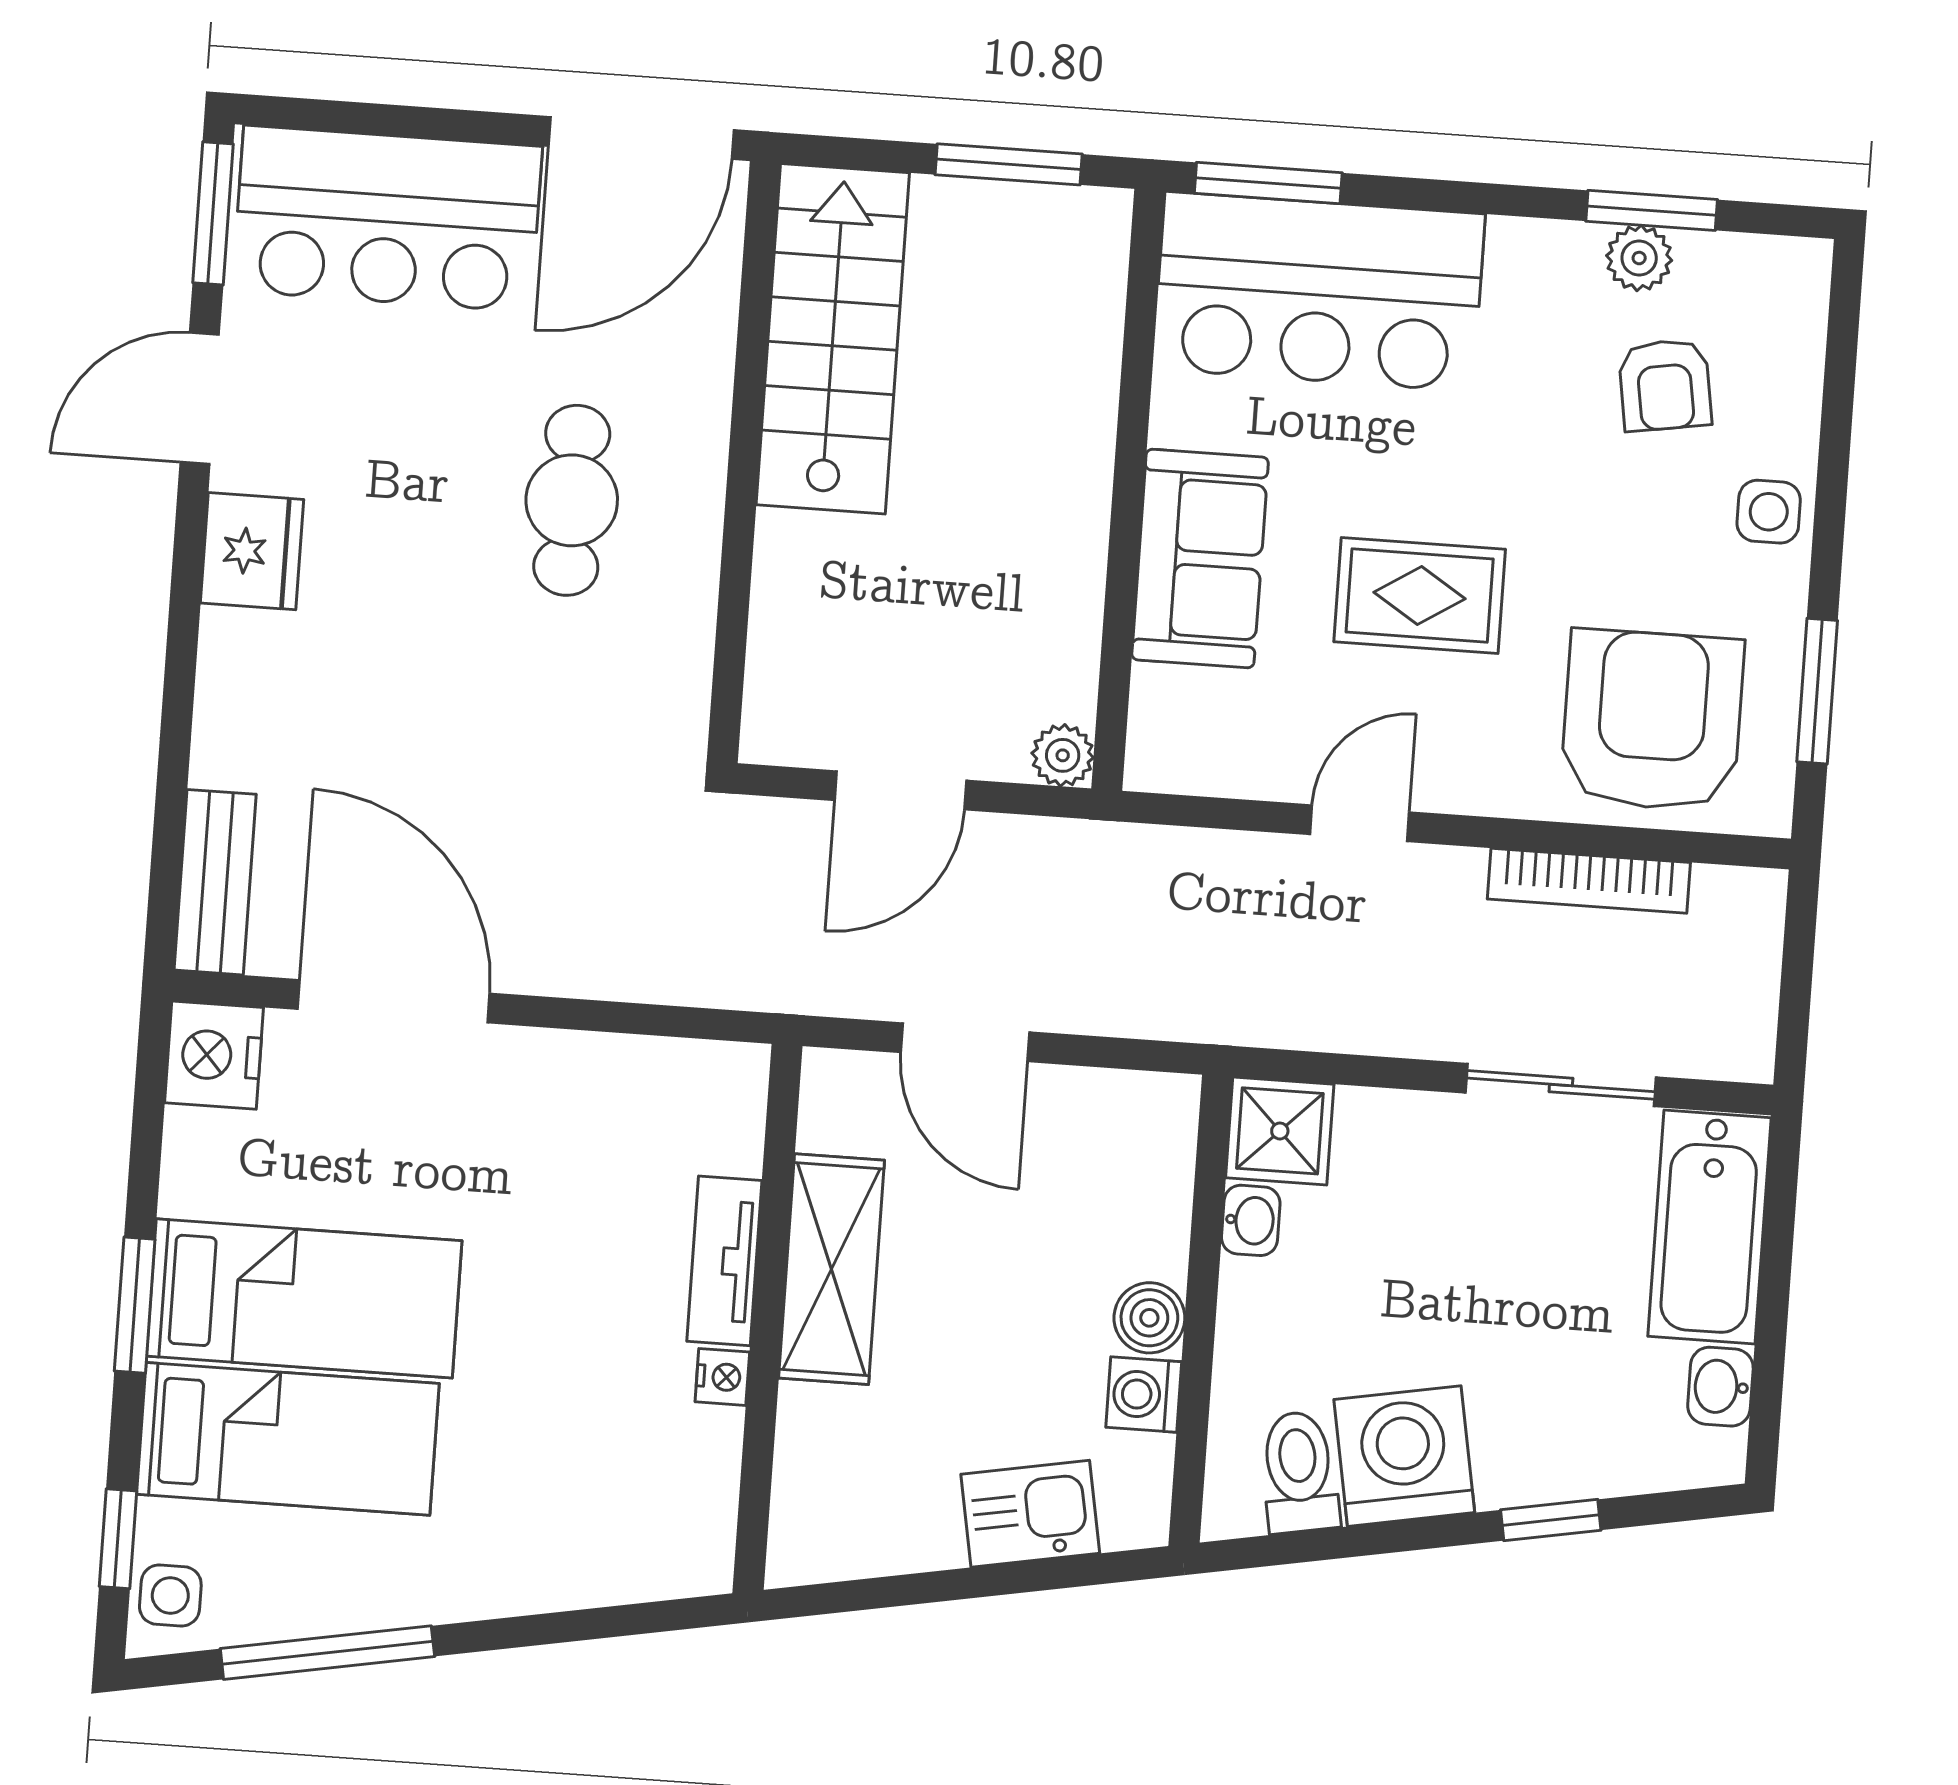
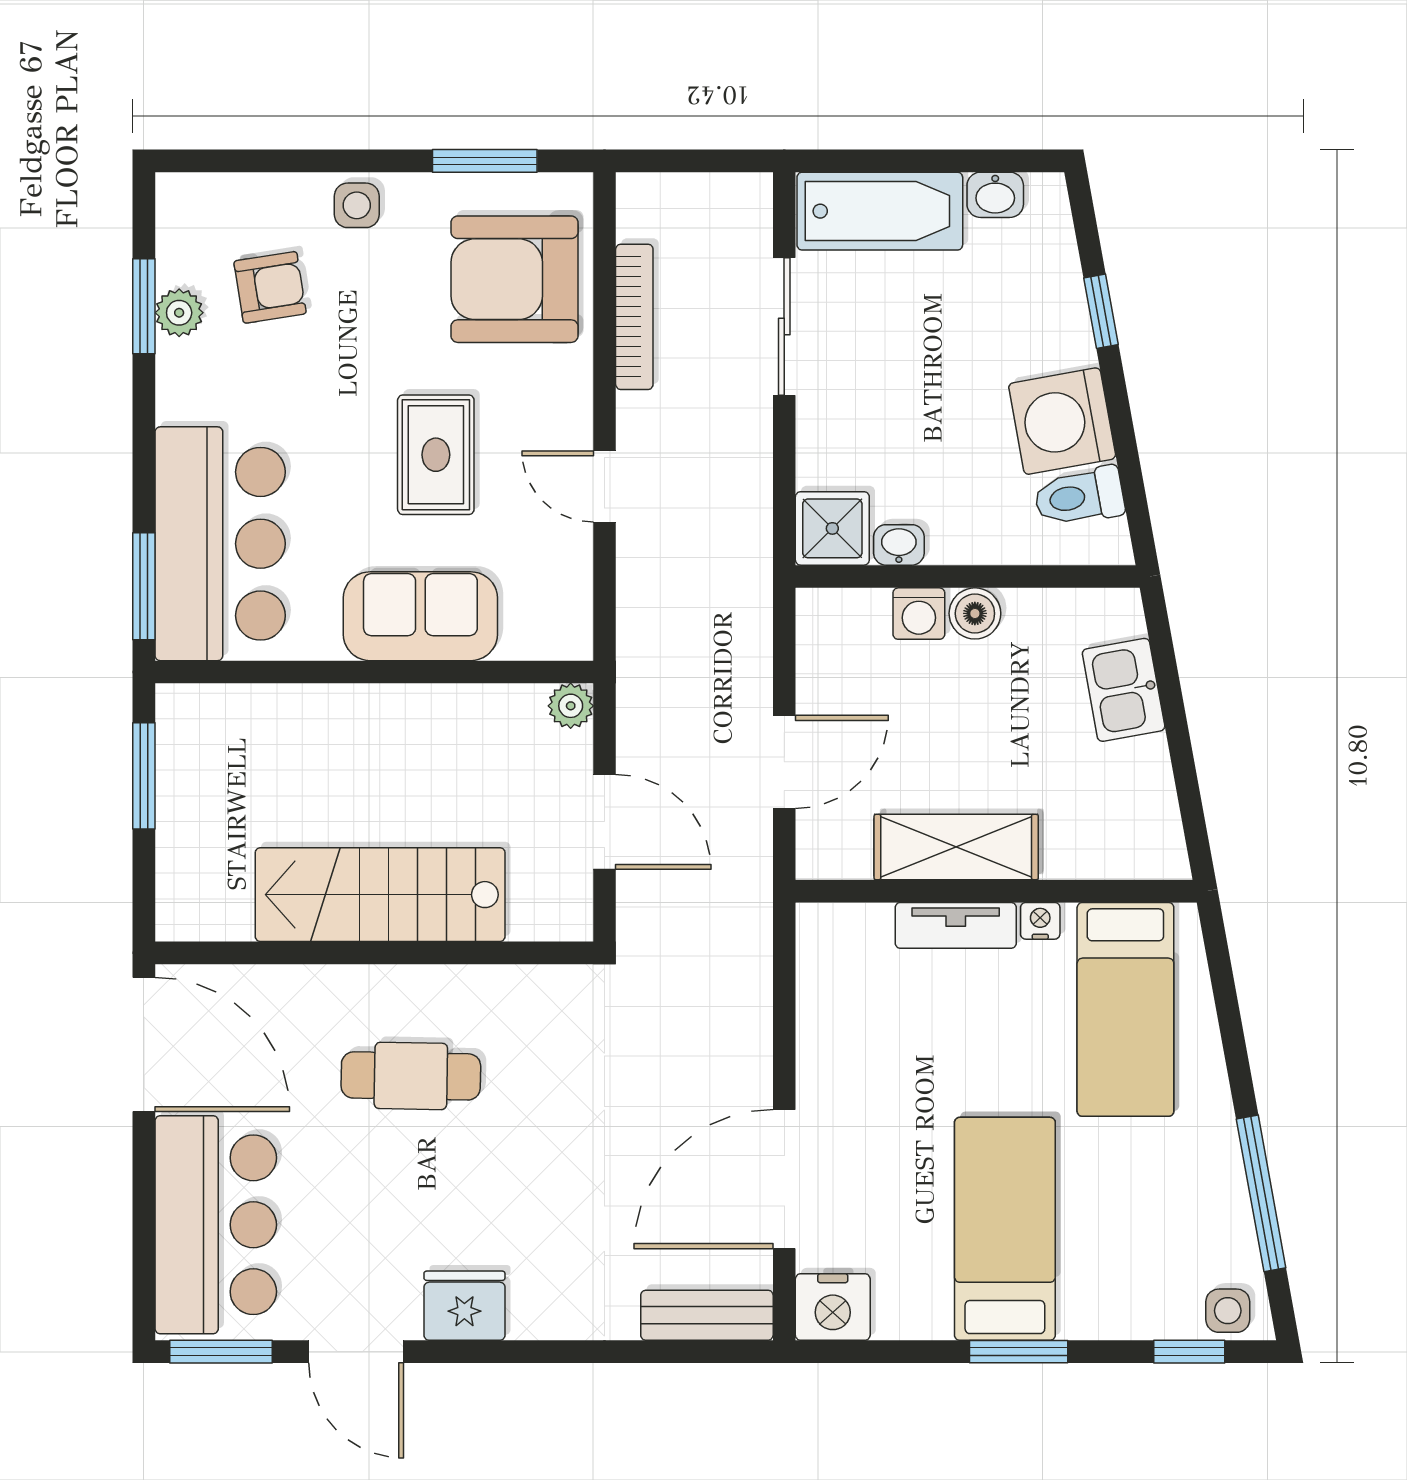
stairs: (833, 339) -> (380, 895), moved
washing machine: (1144, 1395) -> (919, 614), moved
bed: (288, 1439) -> (1125, 1009), moved, turned 180

